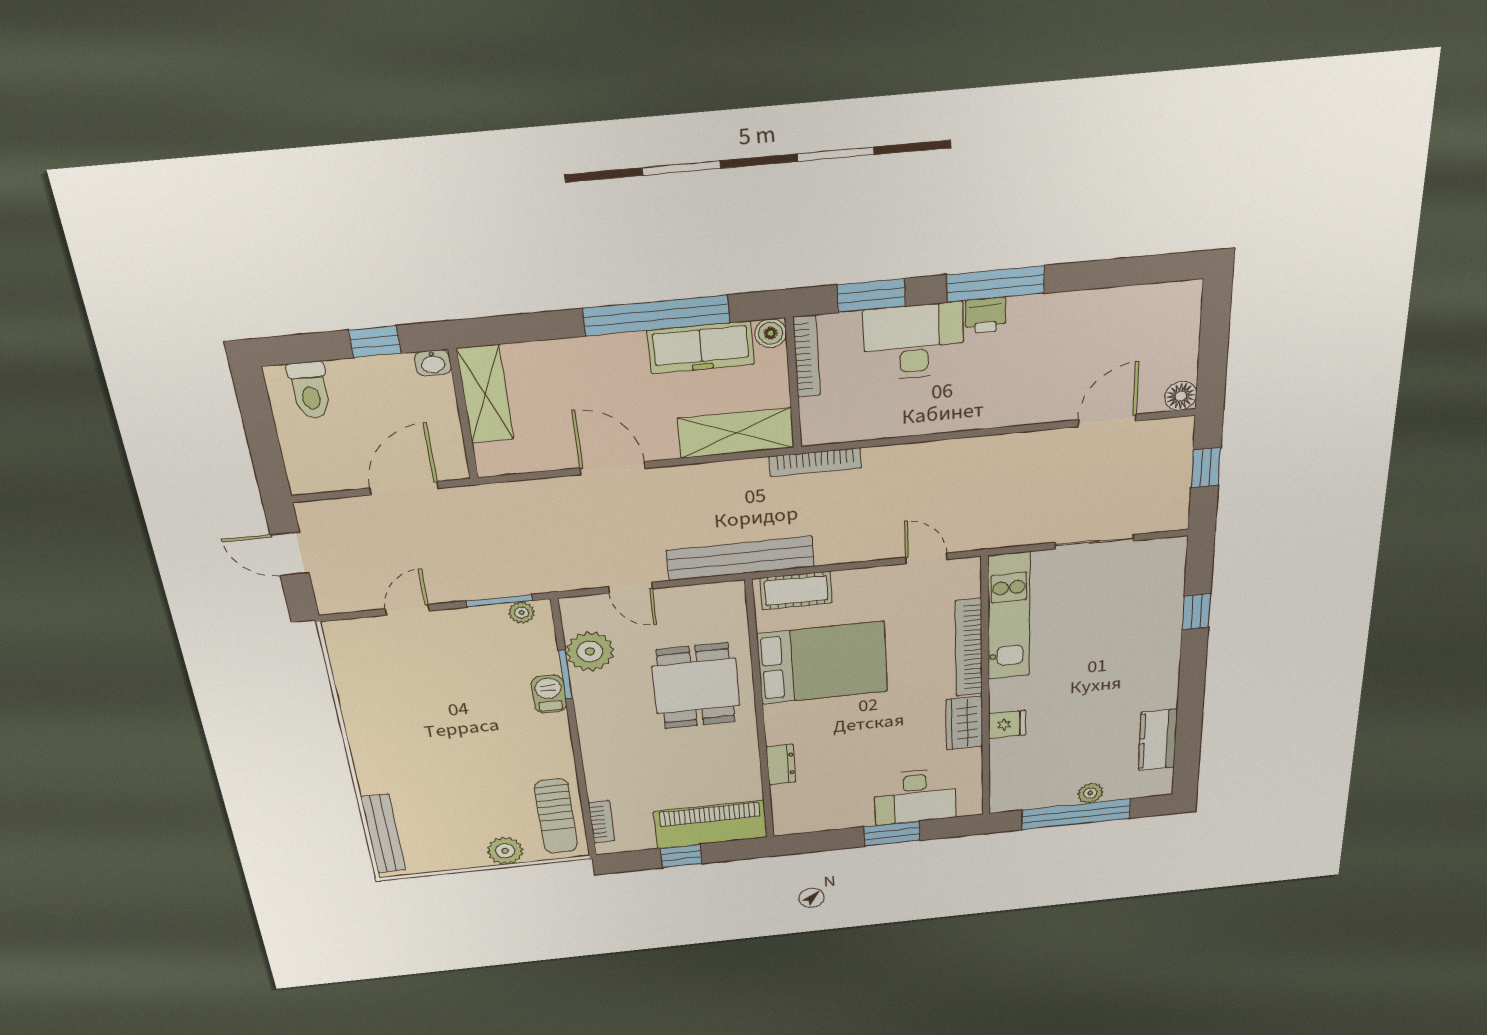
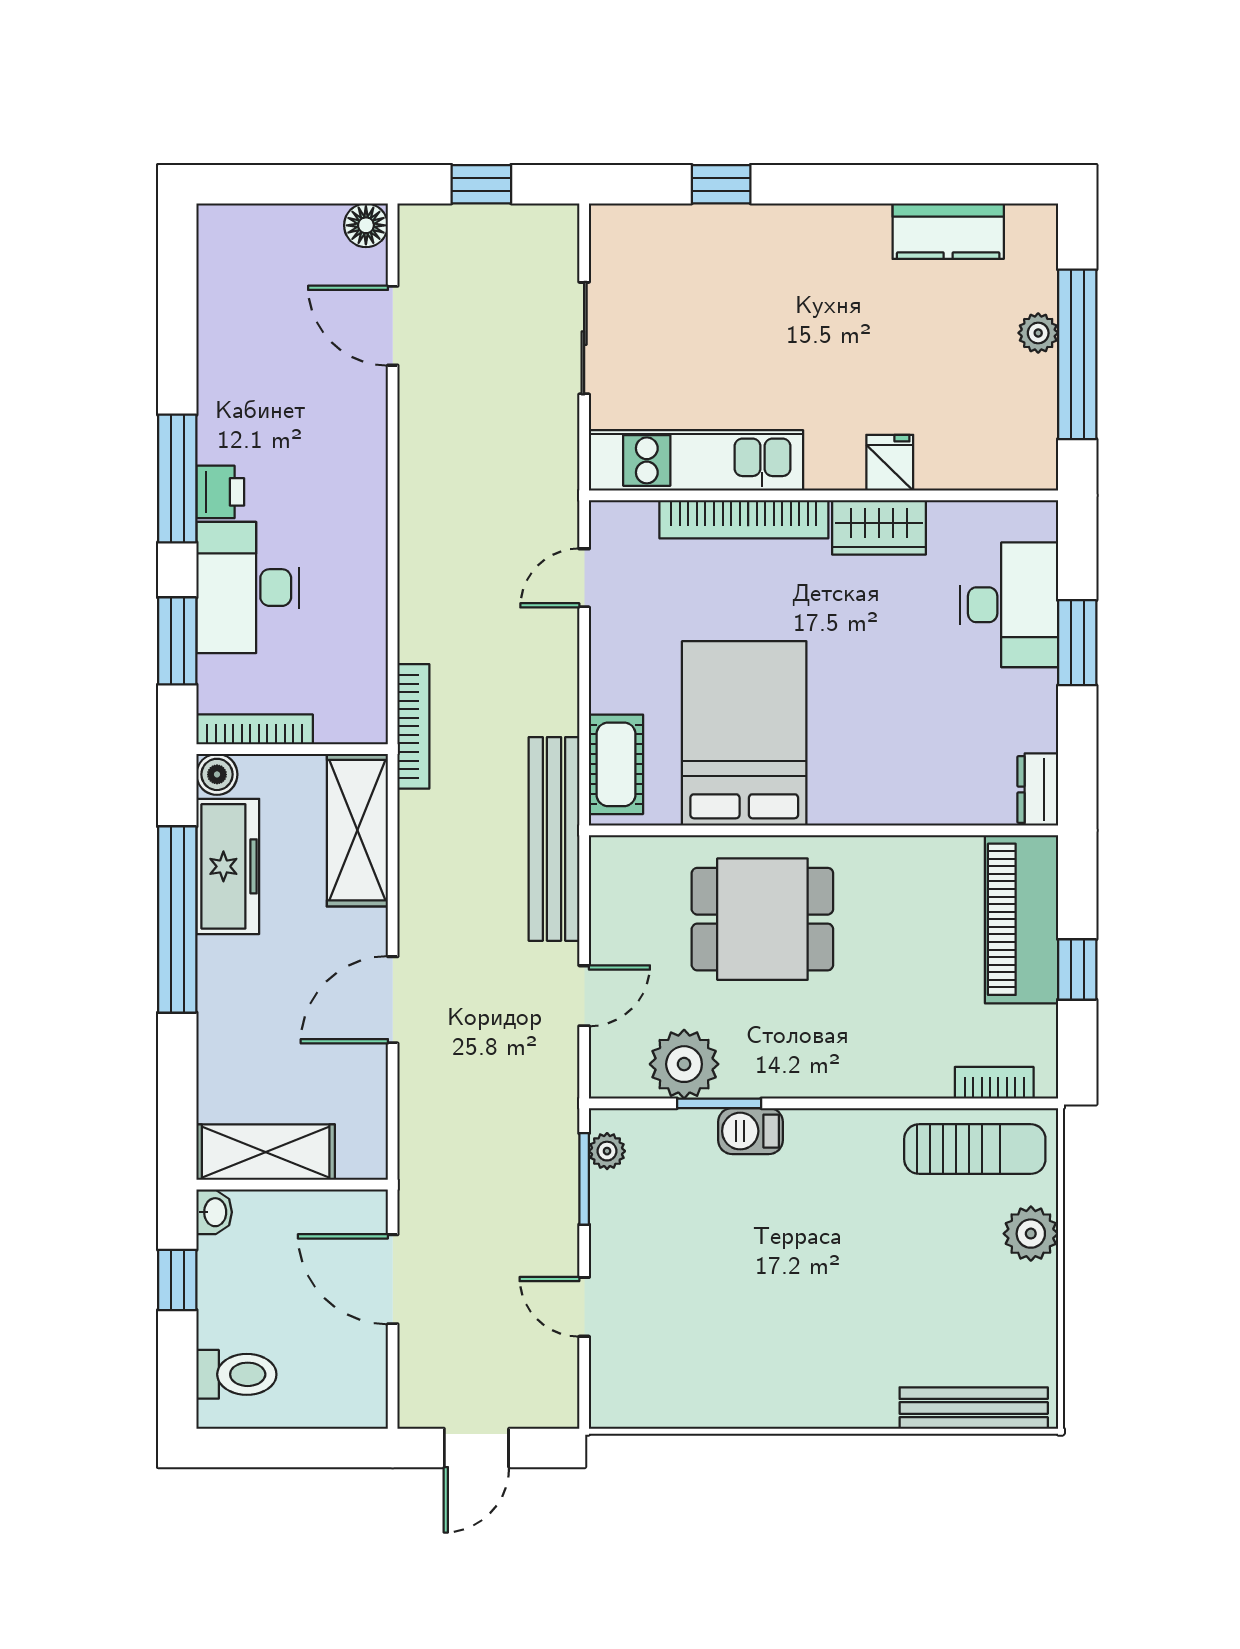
dresser: (781, 765) -> (1038, 789), moved, turned -90

